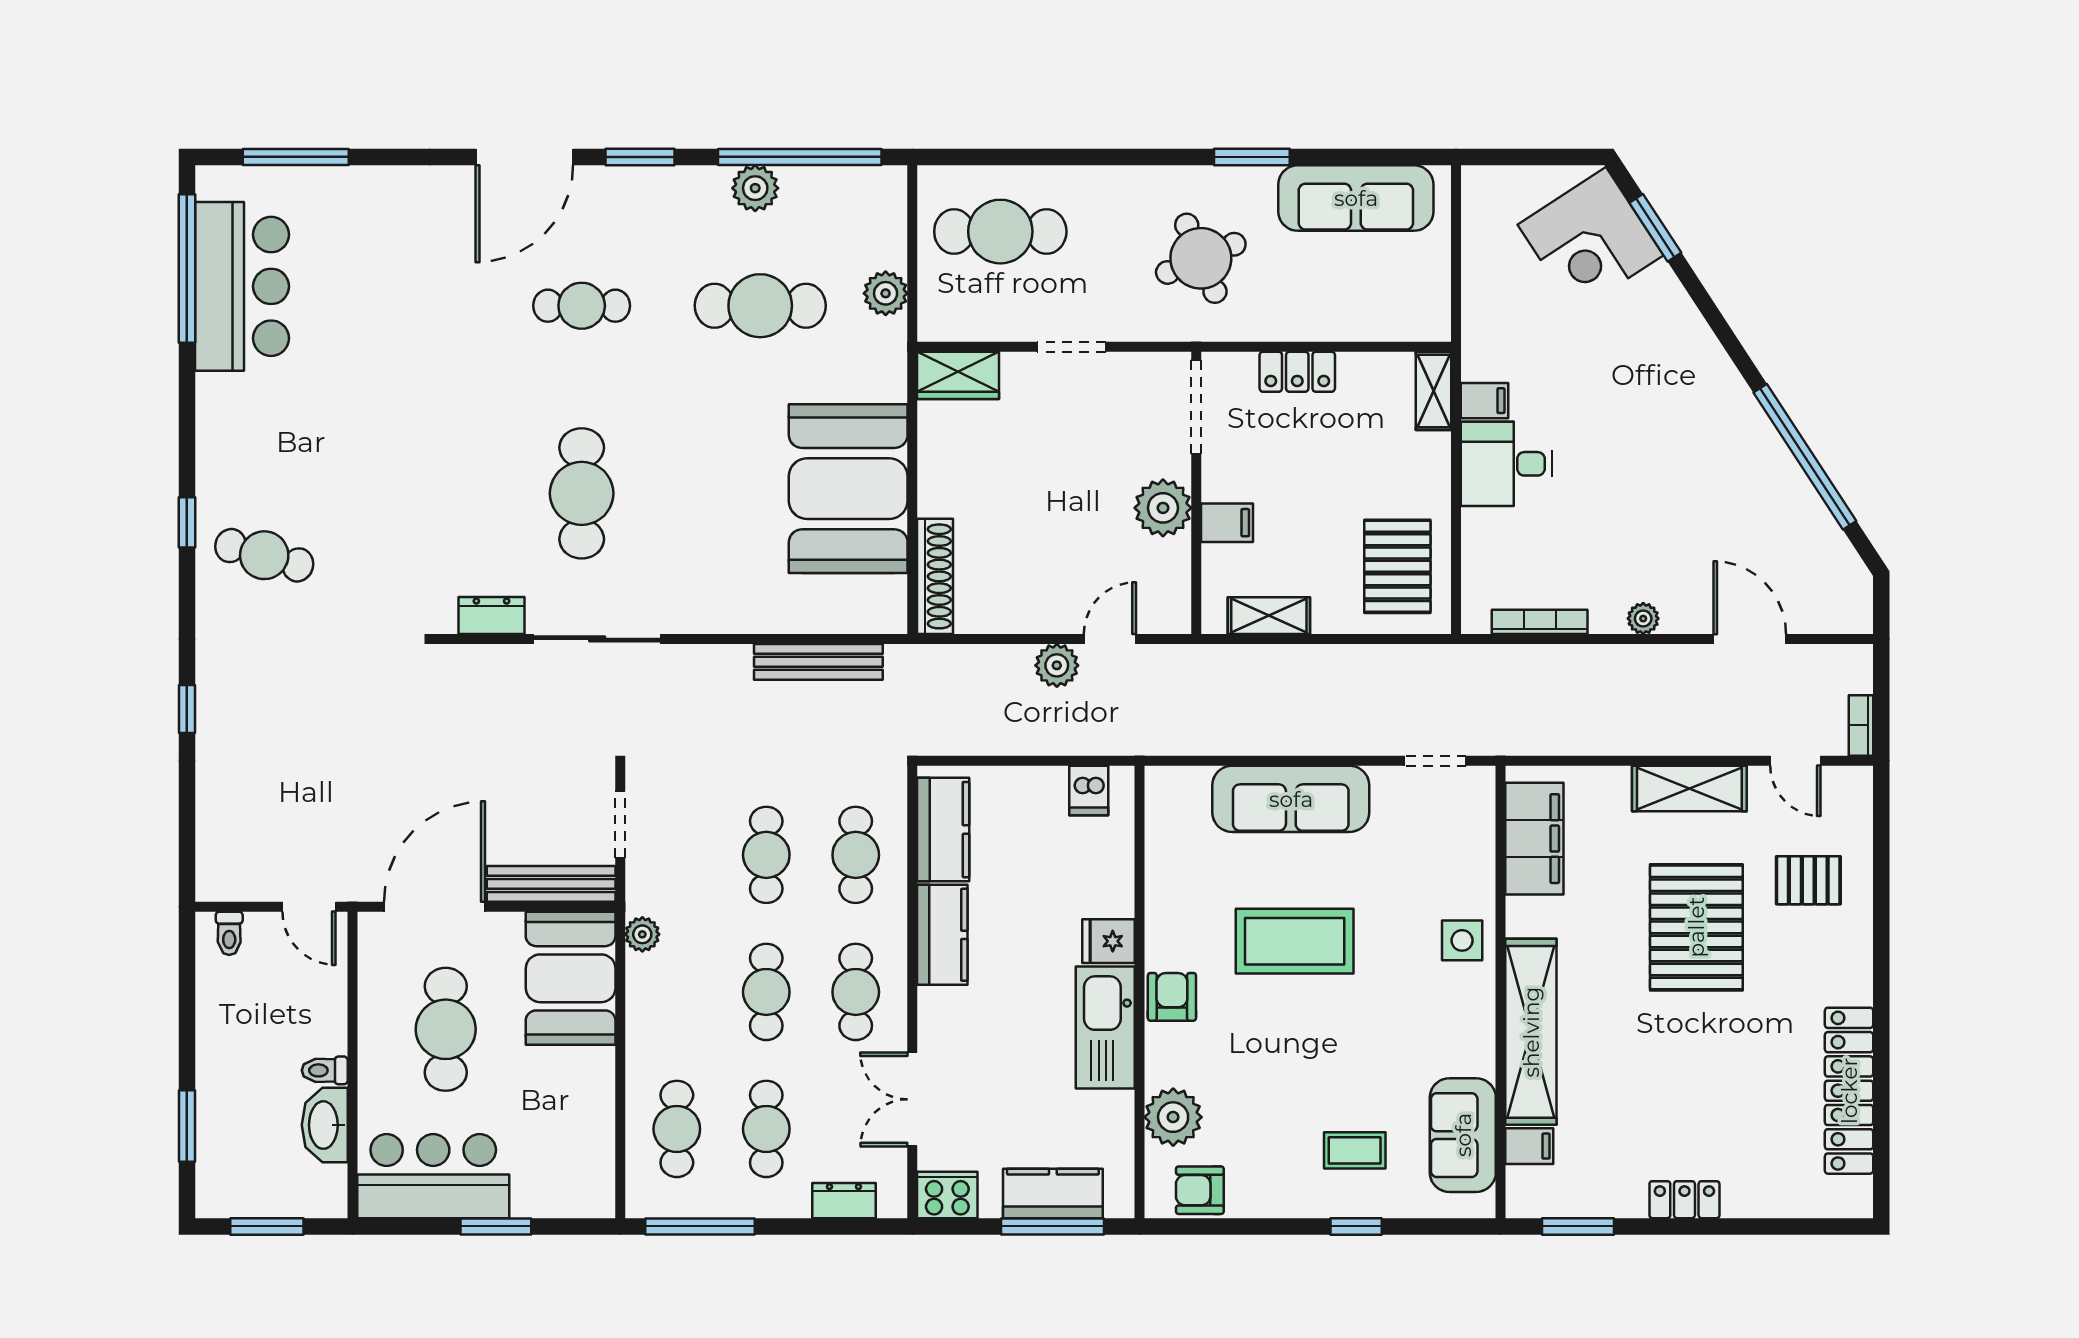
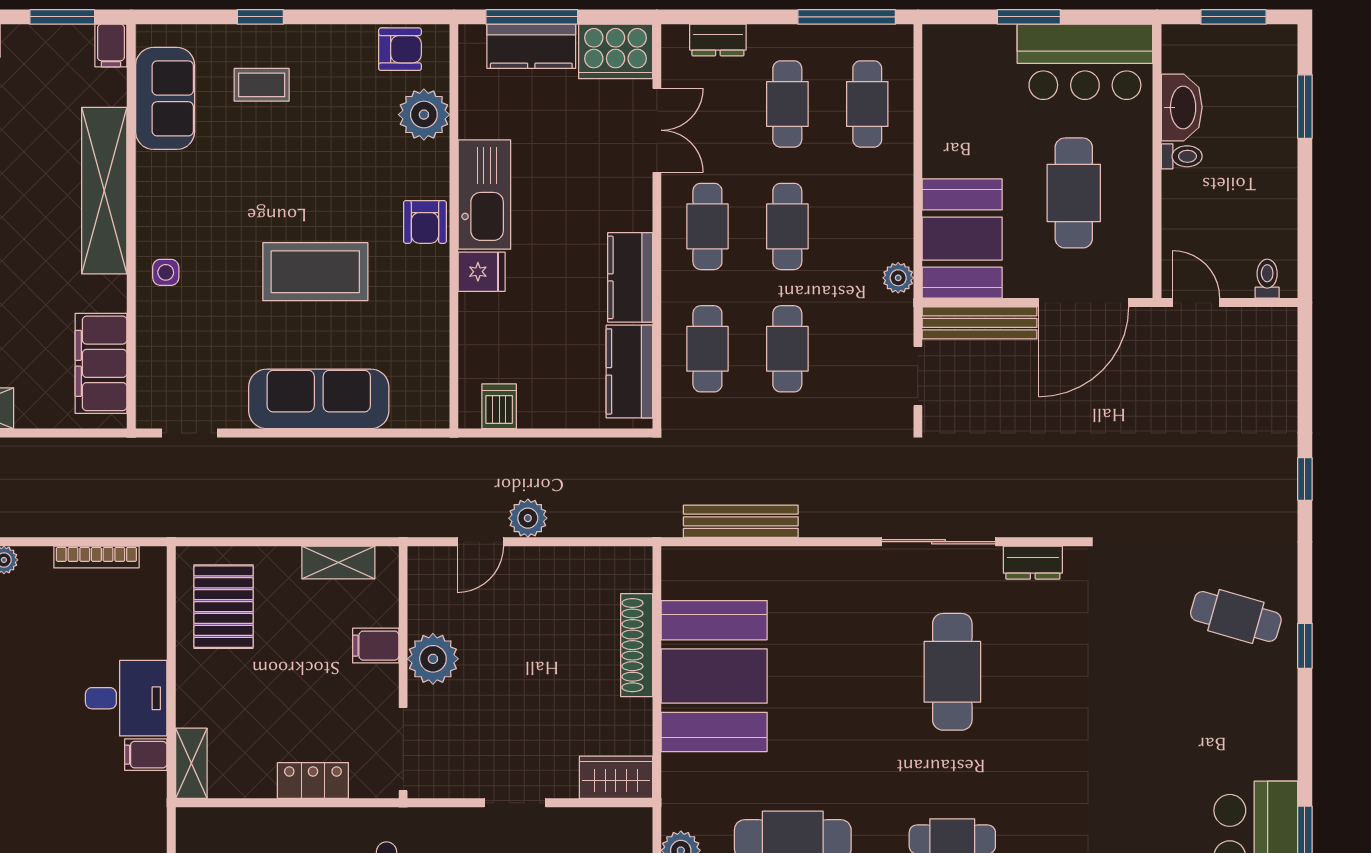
shoe rack: (935, 576) -> (637, 645), moved
side table: (1462, 940) -> (166, 272), width x0.73, depth x0.73
filing cabinet: (1529, 1146) -> (111, 45), moved, turned -90
cooker: (947, 1195) -> (616, 51), width x1.37, depth x1.31

